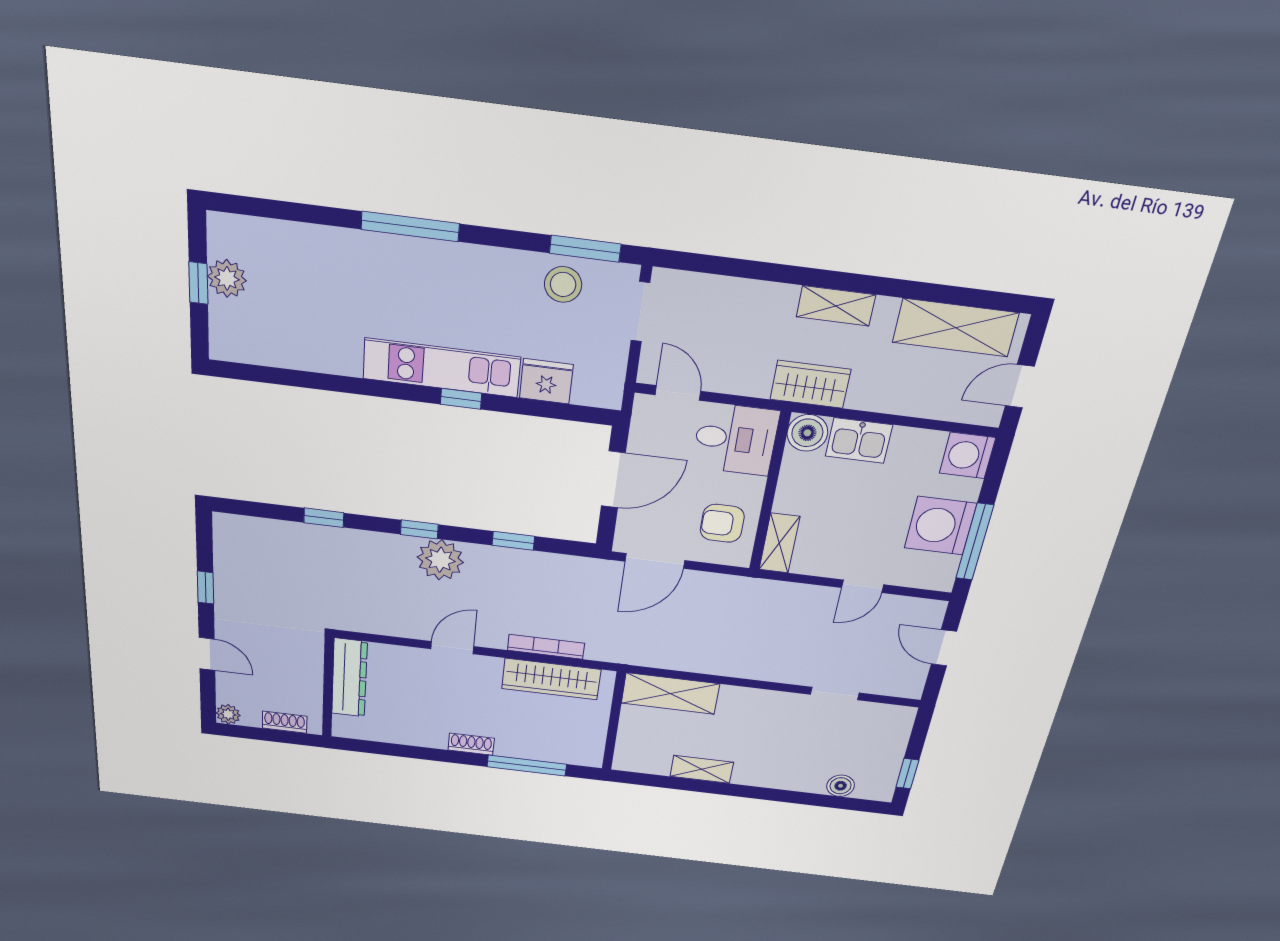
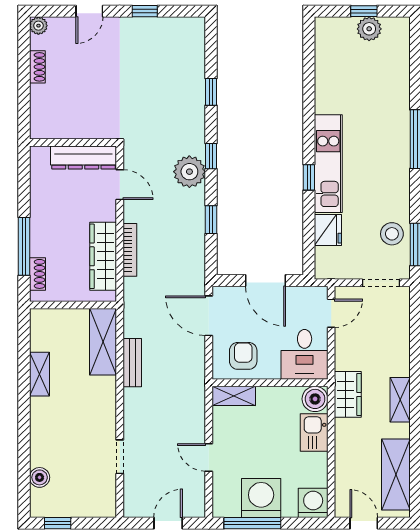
bench: (706, 663) -> (132, 363), added
dresser: (349, 678) -> (83, 158), moved
wall: (328, 687) -> (73, 142), moved
shoe rack: (471, 744) -> (37, 274), moved

